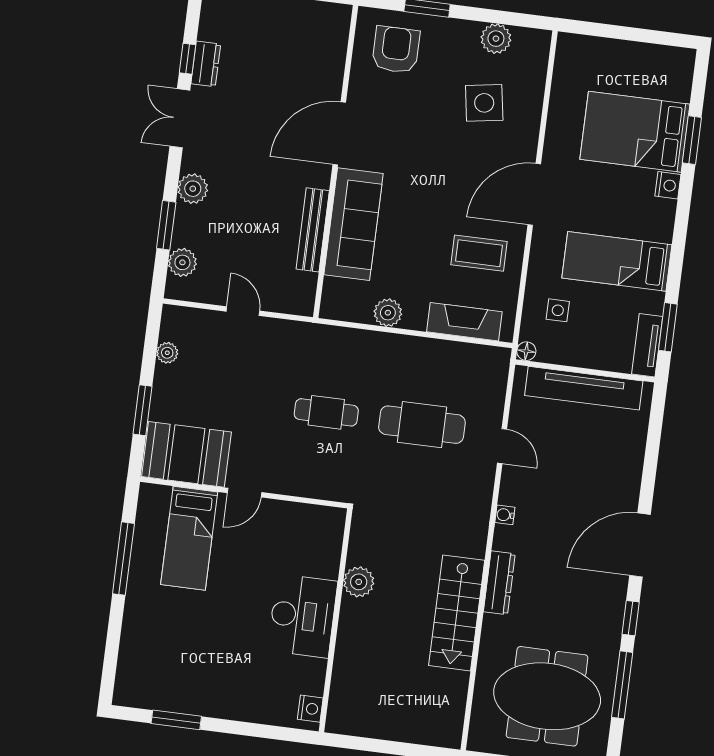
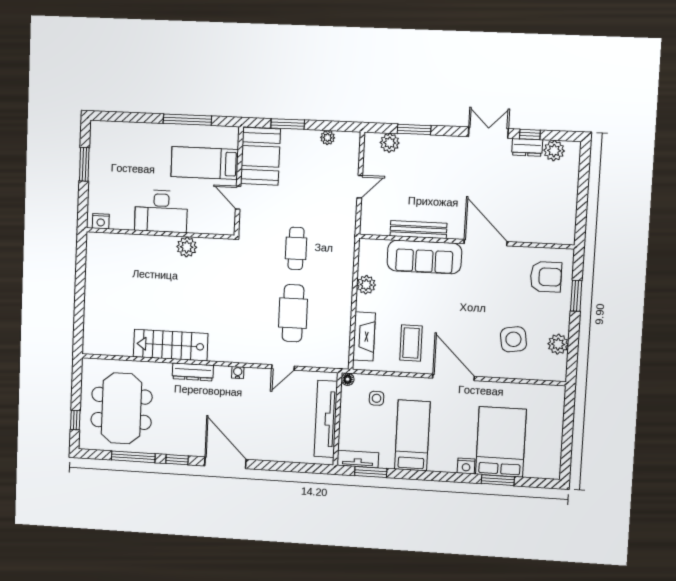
plant: (193, 189) -> (554, 151), moved
plant: (359, 582) -> (187, 247), moved
desk: (303, 616) -> (161, 211), moved
wall: (336, 620) -> (160, 234), moved
nightstand: (310, 709) -> (101, 221), moved

